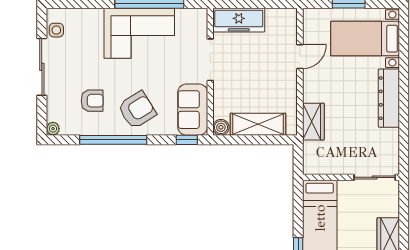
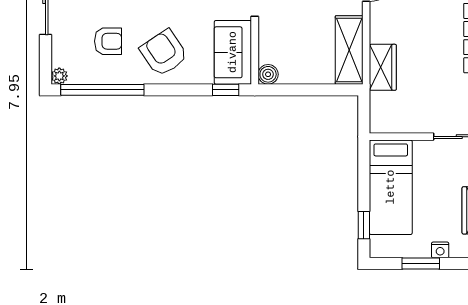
armchair: (137, 110) -> (164, 53), turned -92
shelving: (258, 124) -> (349, 50), moved, turned 90
window: (113, 140) -> (102, 90), moved

